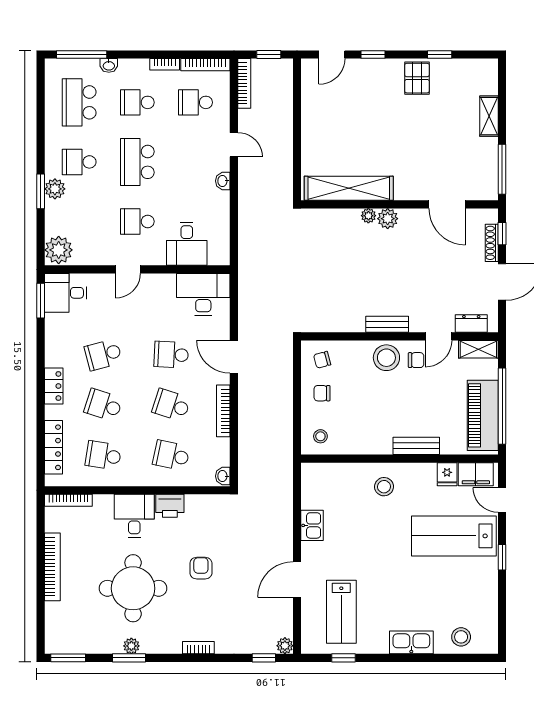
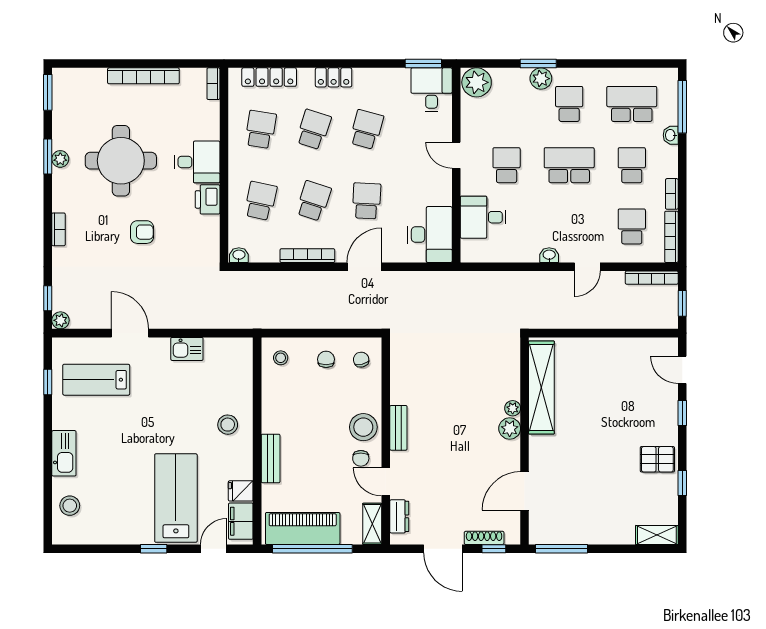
shelving: (489, 116) -> (657, 535), moved
school desk: (103, 355) -> (367, 129), turned 30
bookcase: (68, 500) -> (213, 84), width x0.64

